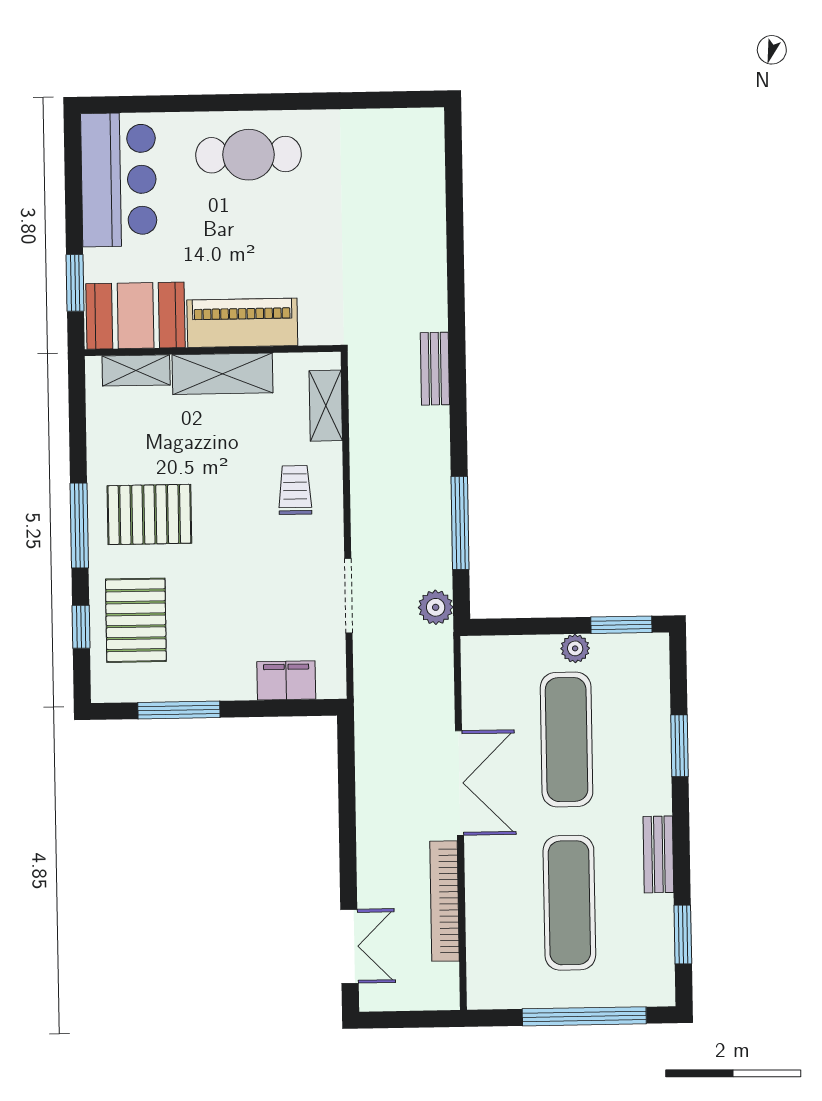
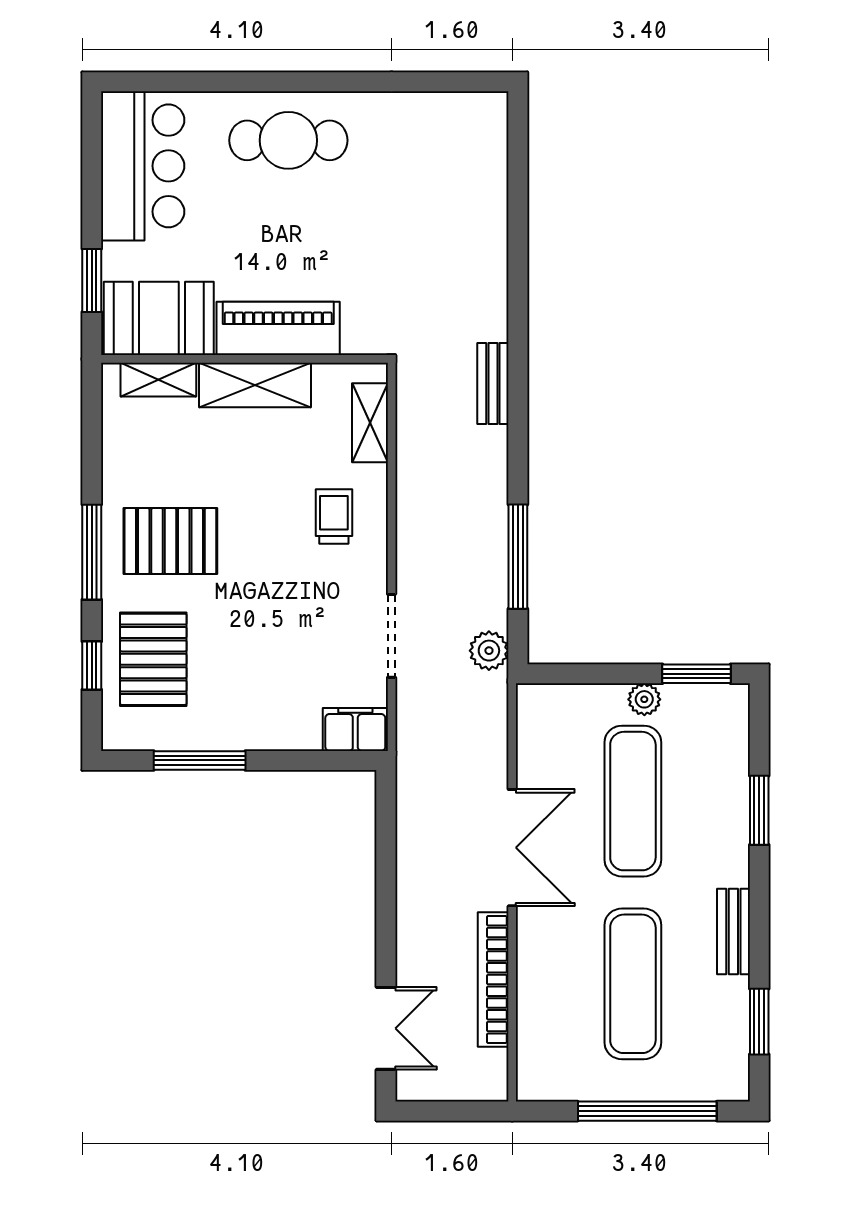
filing cabinet: (286, 680) -> (355, 729), moved

